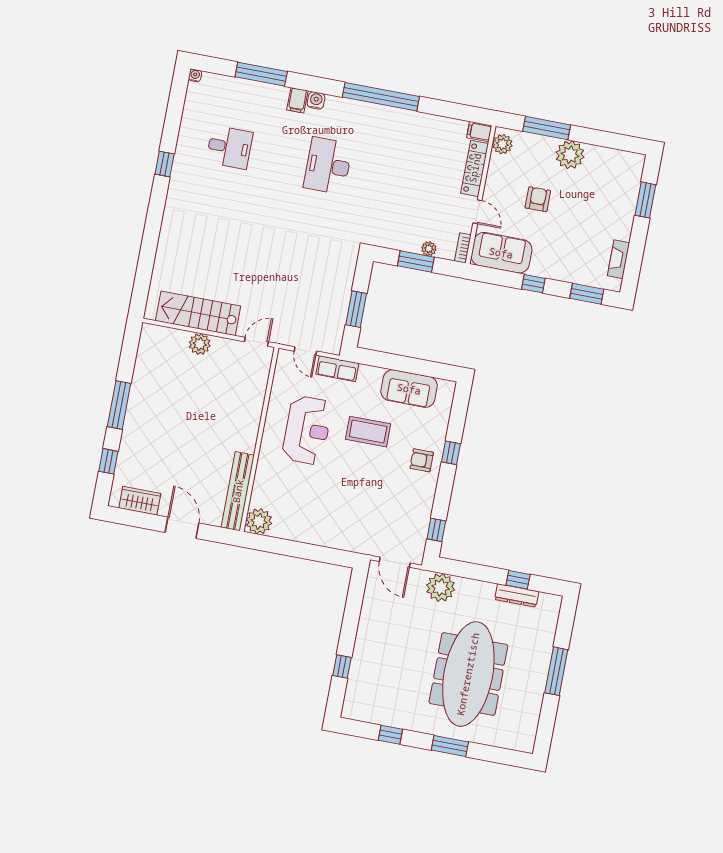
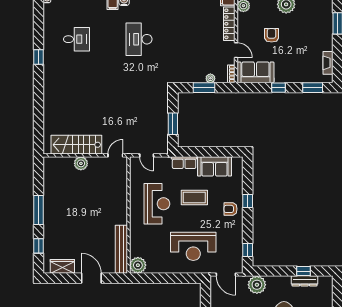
row of seats: (337, 369) -> (184, 163), moved
reception desk: (352, 508) -> (193, 246), added

